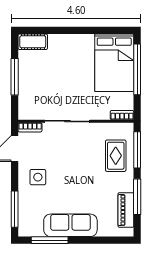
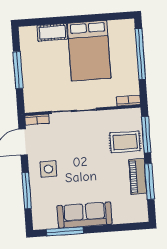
cot: (33, 42) -> (52, 32), moved
bed: (114, 63) -> (89, 51), moved
rug: (116, 156) -> (125, 142), turned 90
window: (15, 209) -> (27, 191), moved
piano: (126, 210) -> (138, 176), moved

